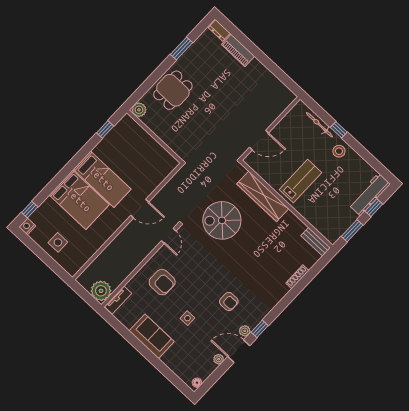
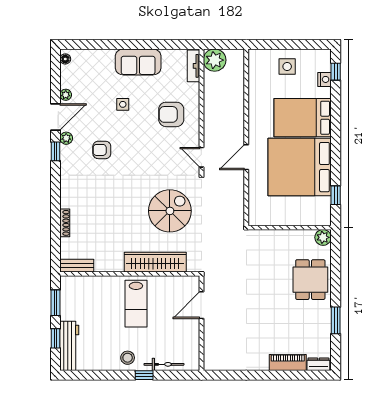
bed: (102, 179) -> (300, 167), width x2.04
nightstand: (27, 226) -> (325, 79), moved

